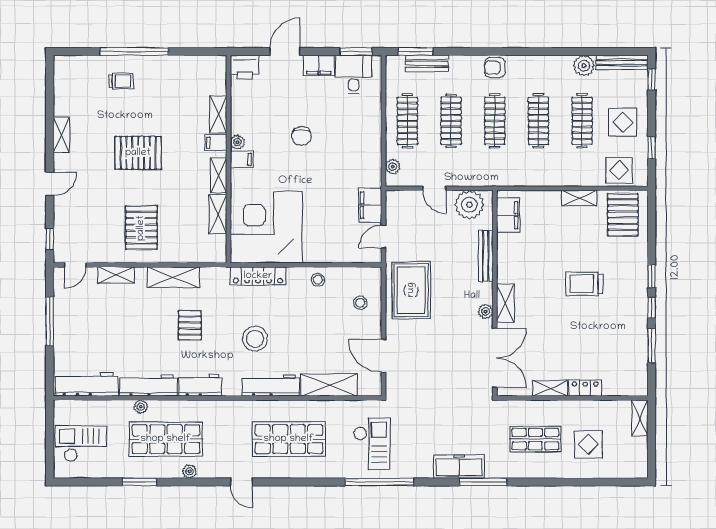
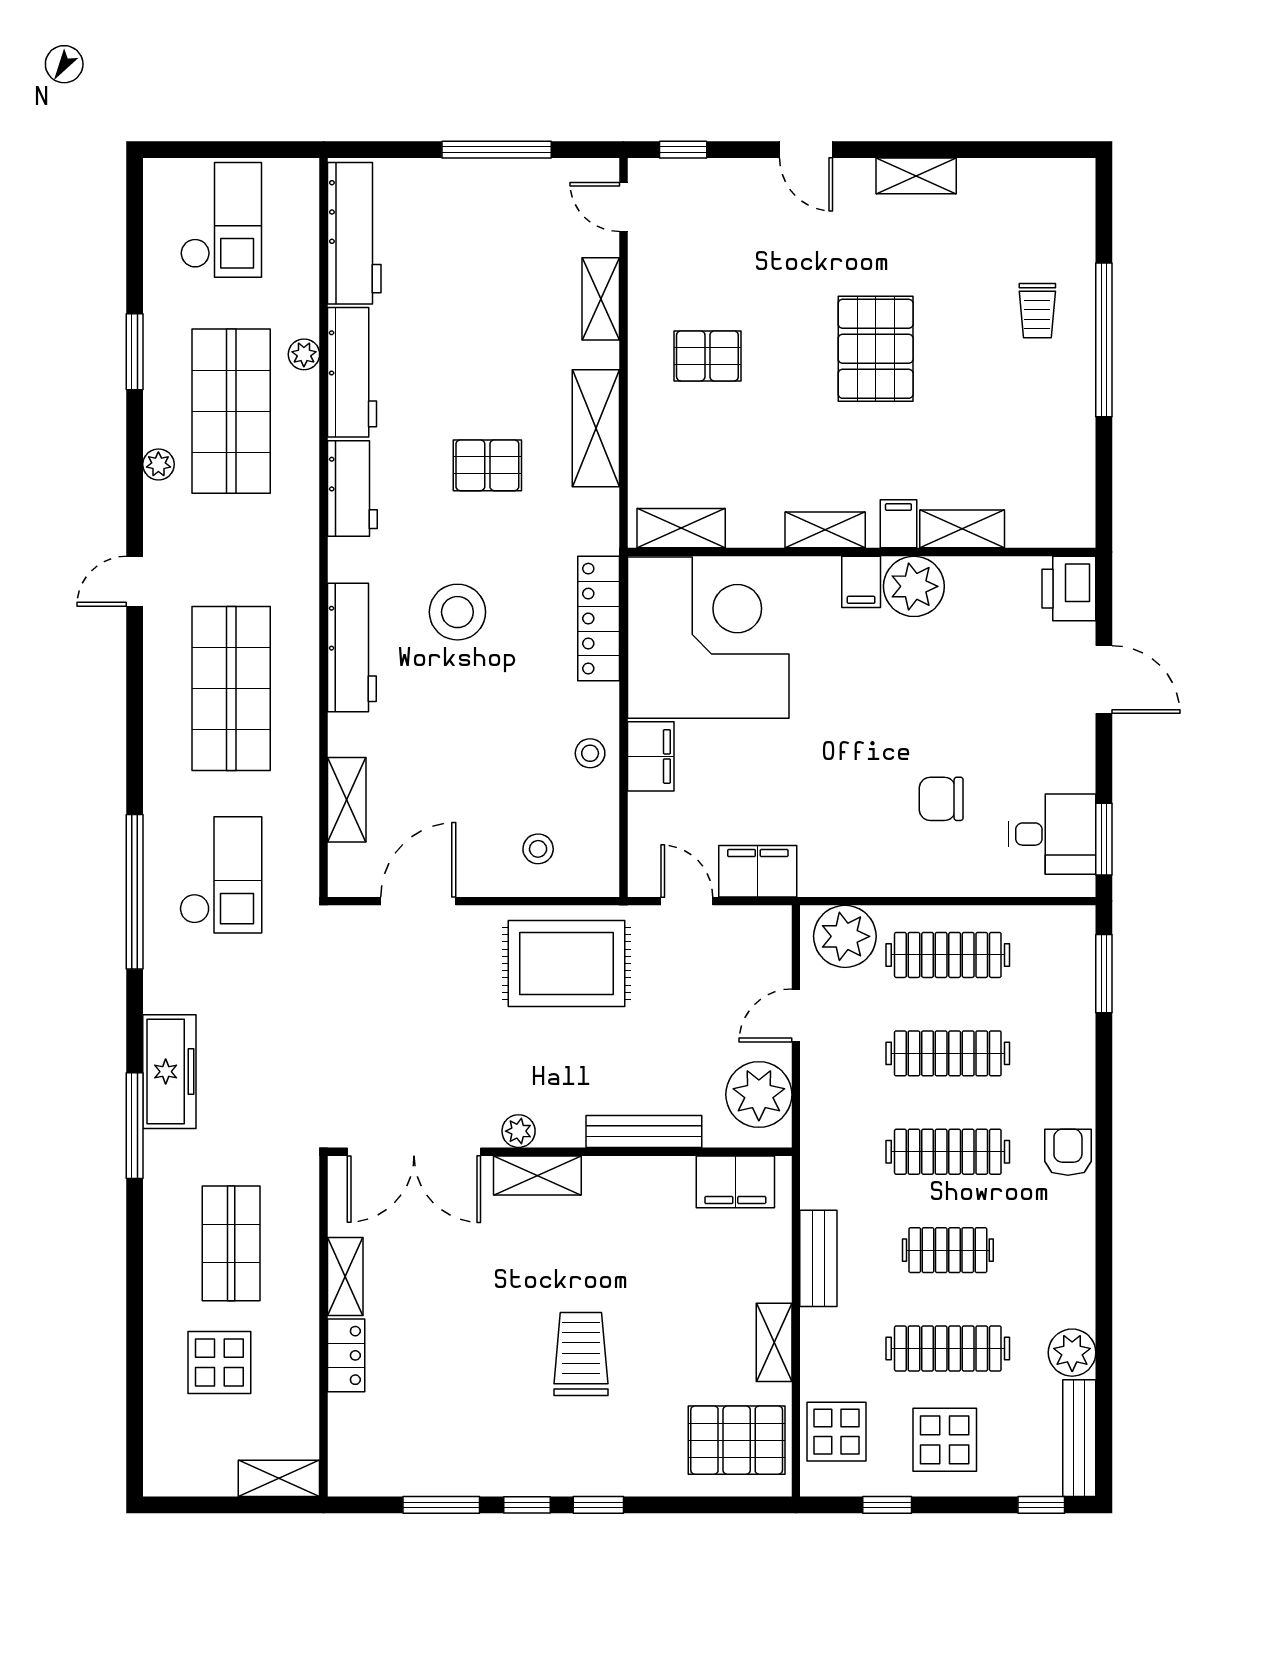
bench: (427, 63) -> (818, 1258), moved
filing cabinet: (319, 65) -> (651, 756), moved, turned 180
clothes rail: (538, 121) -> (948, 1250), width x0.73
chair: (301, 136) -> (941, 799), moved
plant: (237, 142) -> (914, 586), width x1.88, depth x1.88
plant: (393, 167) -> (845, 936), width x1.88, depth x1.88
shelving: (218, 214) -> (681, 528), moved
pallet: (141, 228) -> (707, 356), width x0.67, depth x0.71
shelving: (329, 385) -> (347, 800), width x0.67, depth x0.75
checkout: (372, 444) -> (221, 875), turned -90

